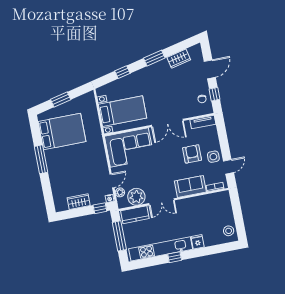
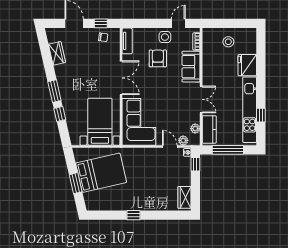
window: (154, 58) -> (54, 91), moved
bed: (62, 131) -> (101, 173), moved, turned 77
armchair: (192, 154) -> (158, 58), turned 90
window: (41, 159) -> (133, 215), width x0.46
door: (228, 167) -> (178, 23), hinge flipped
plant: (136, 197) -> (195, 129), width x0.53, depth x0.53
wardrobe: (79, 202) -> (185, 197), moved
stool: (229, 231) -> (228, 42), moved
fridge: (198, 242) -> (247, 65), width x1.88, depth x1.34
window: (175, 257) -> (261, 115), moved

